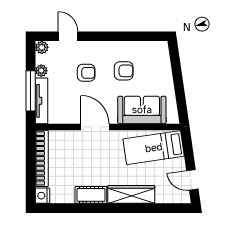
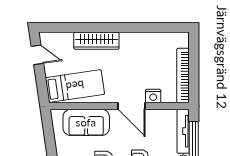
cot: (91, 195) -> (135, 40), removed
nightstand: (42, 196) -> (153, 96), moved, turned 90

